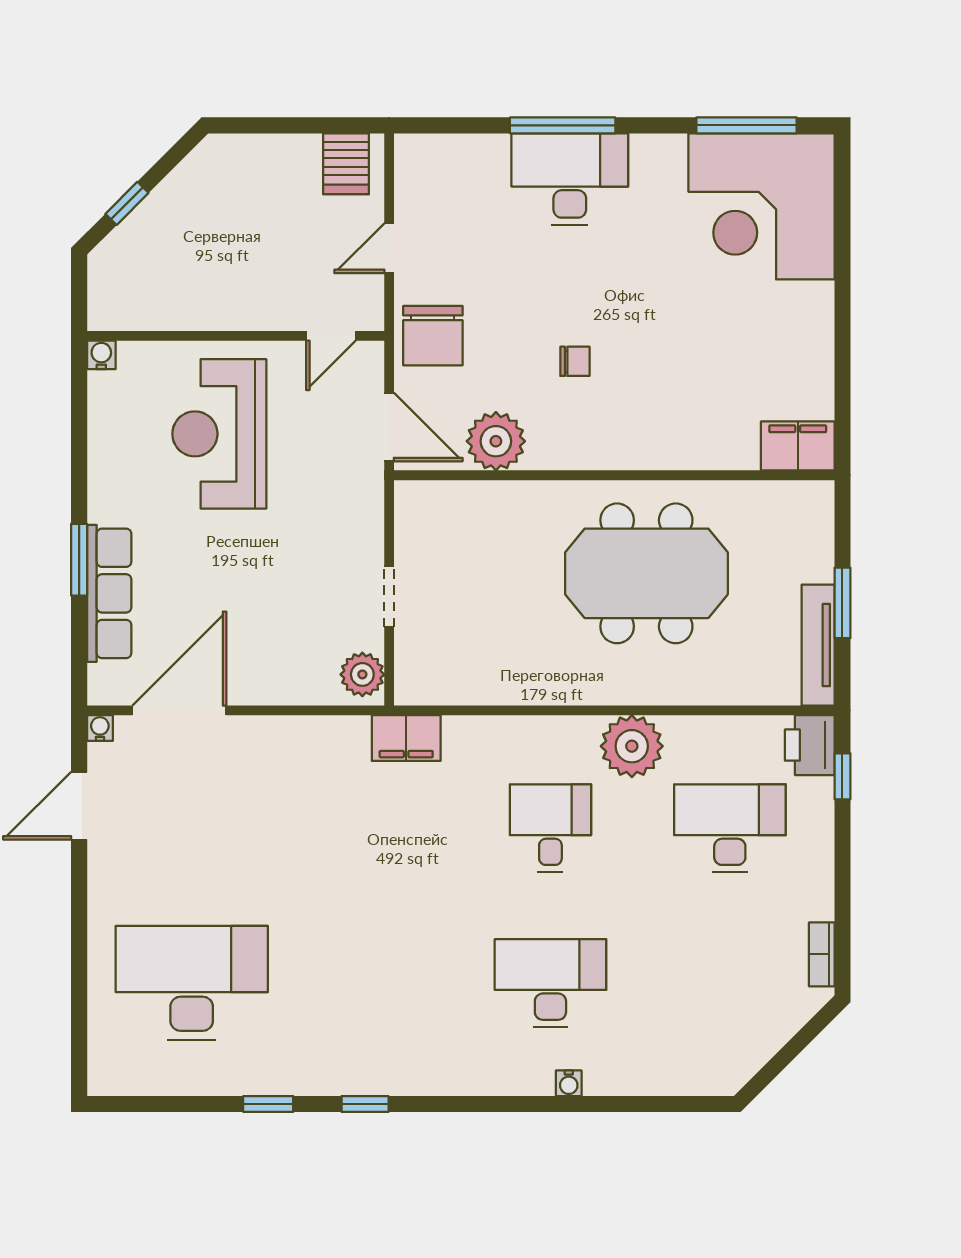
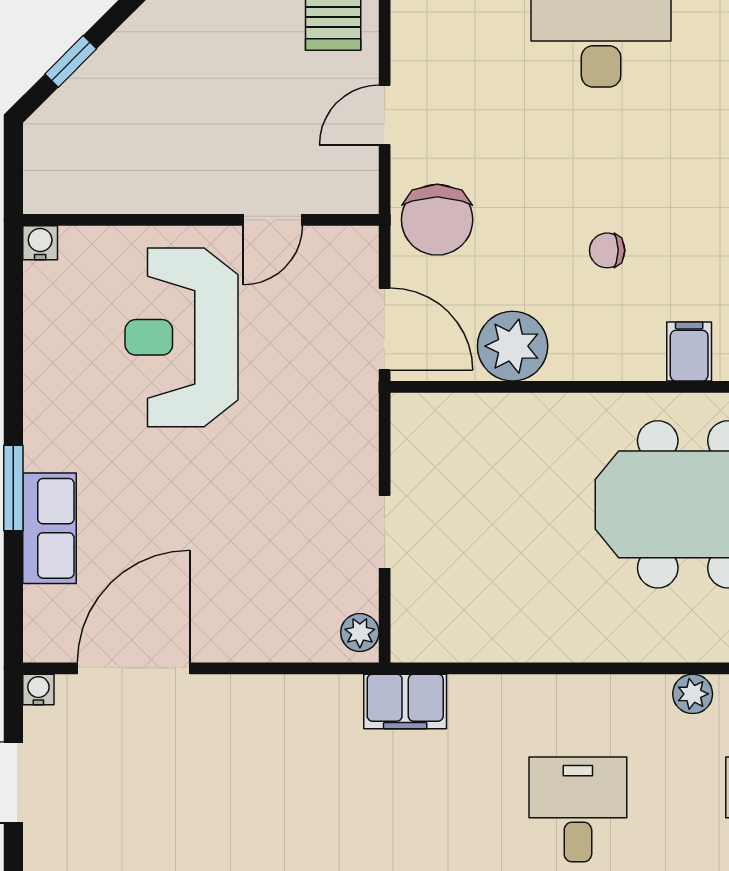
door: (331, 336) -> (273, 220), moved
chair: (575, 361) -> (607, 250), turned 180
filing cabinet: (643, 446) -> (689, 352), added
row of seats: (109, 593) -> (50, 528), width x0.68
plant: (362, 674) -> (360, 633), width x0.73, depth x0.73
plant: (632, 746) -> (693, 694), width x0.53, depth x0.53

